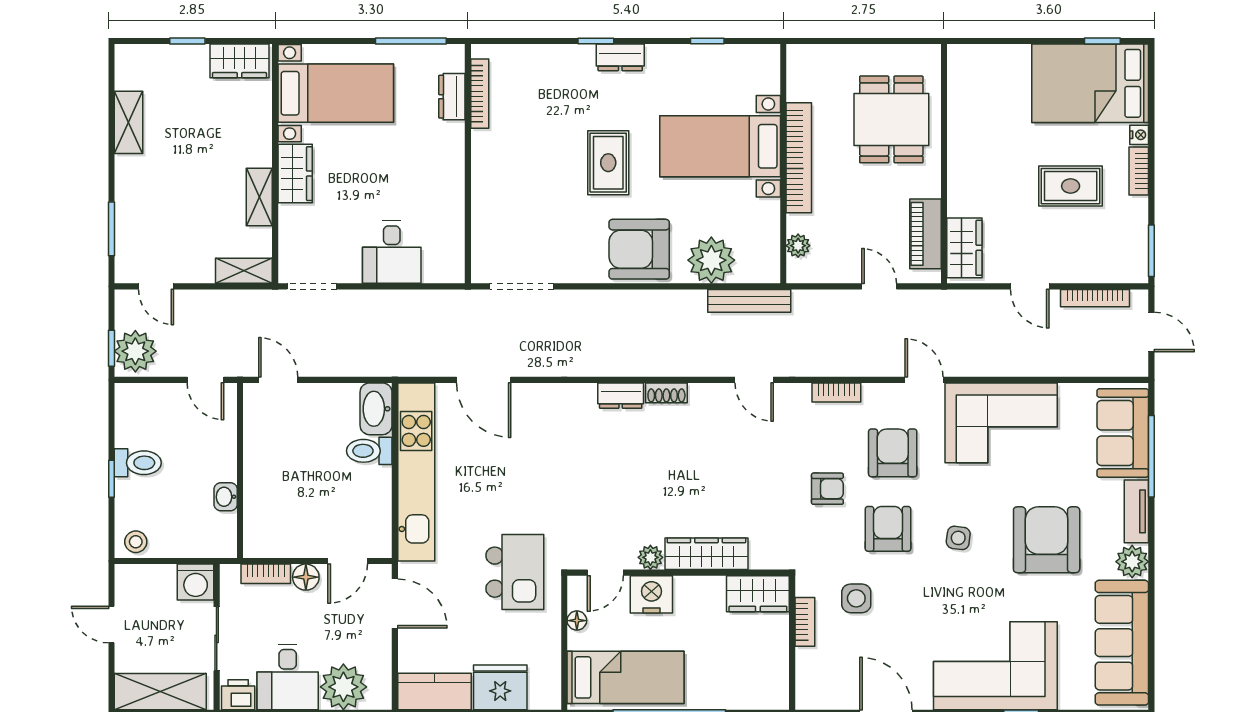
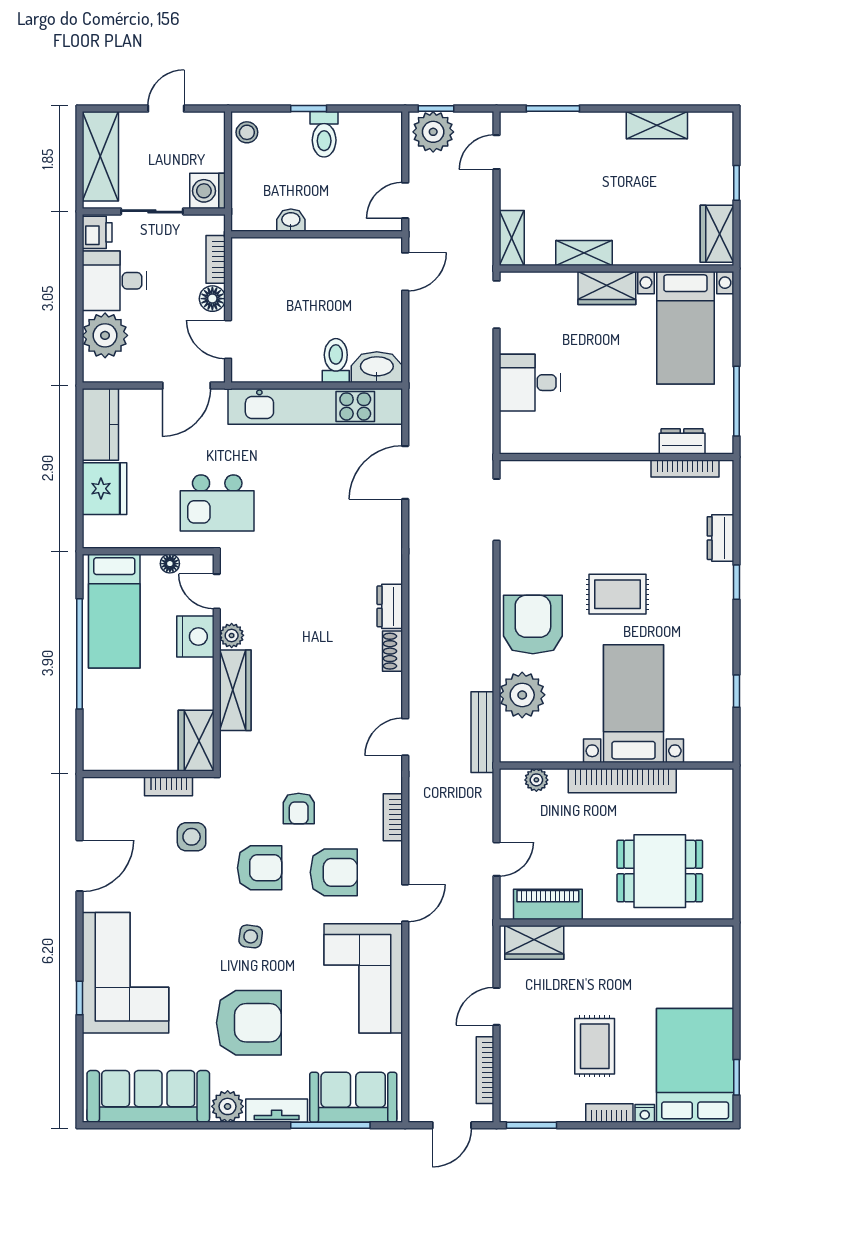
dresser: (620, 57) -> (720, 538), moved

